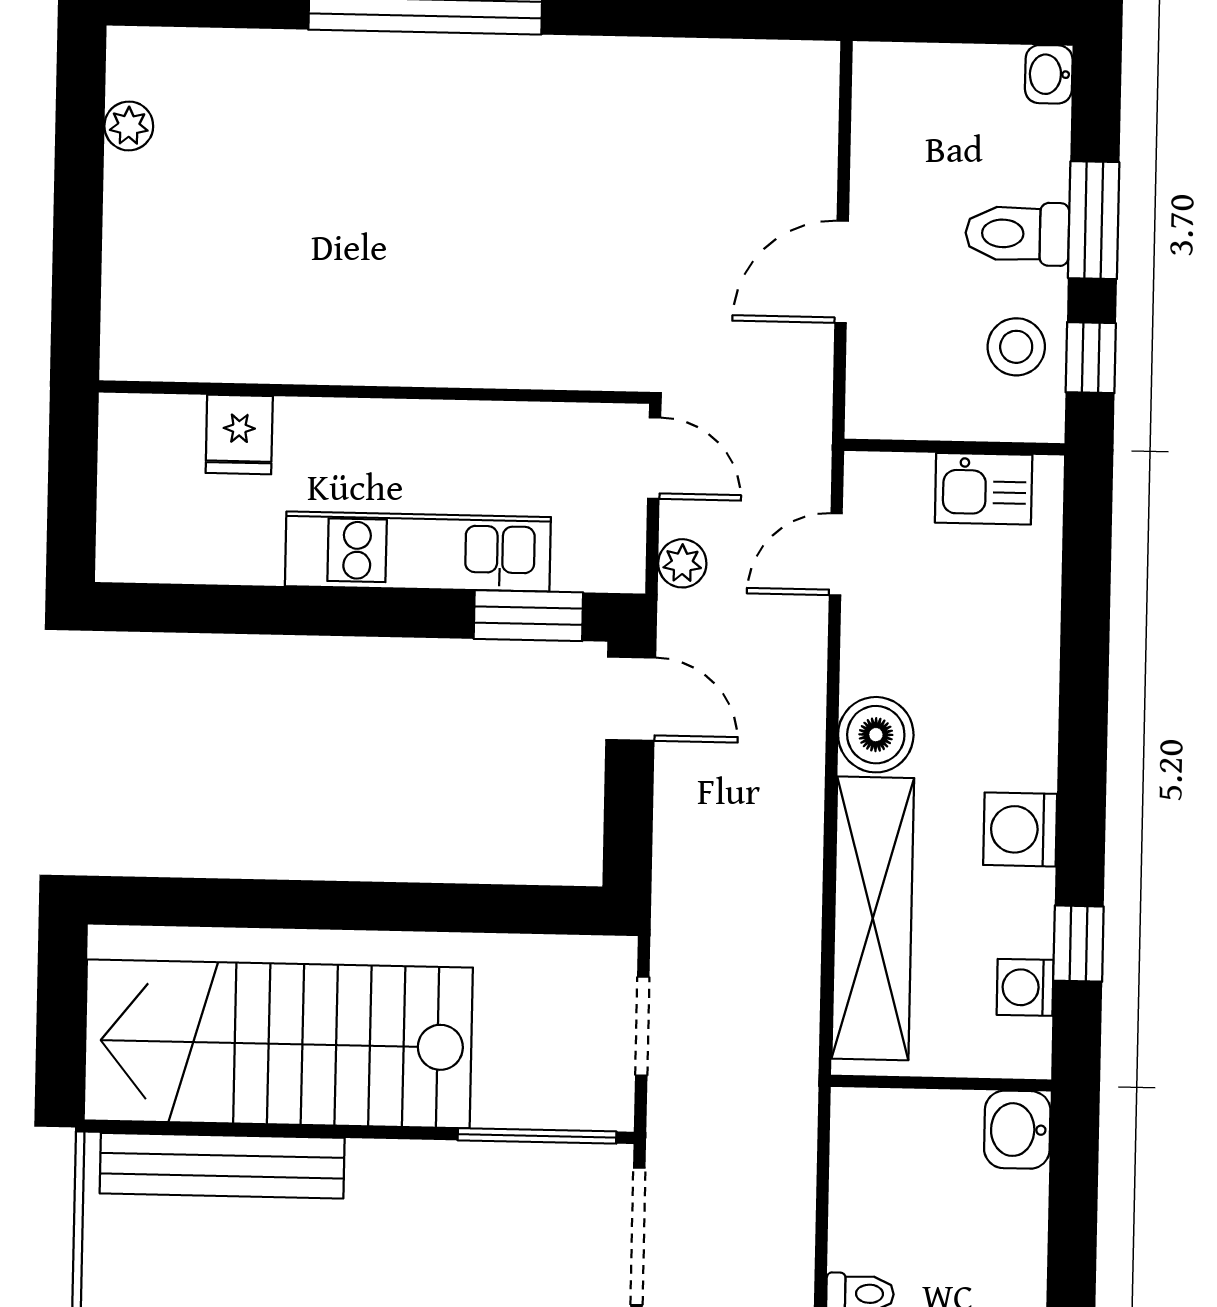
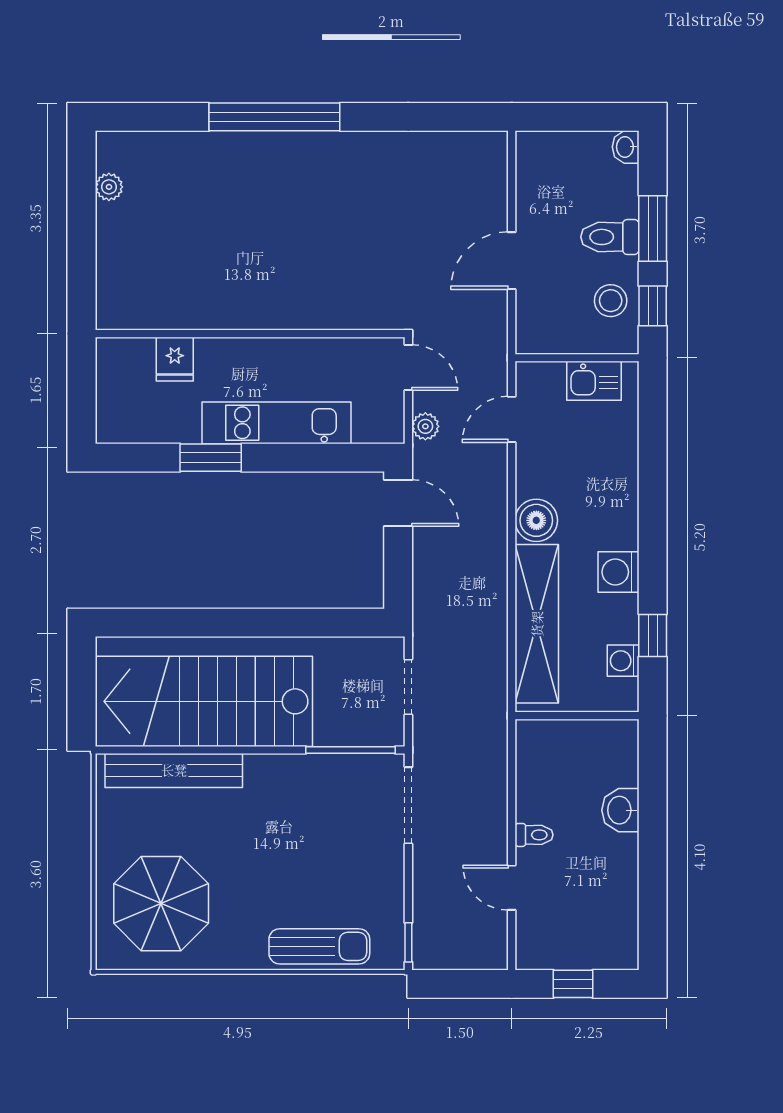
window: (528, 616) -> (211, 458), moved
washbasin: (1017, 1130) -> (620, 810), moved

